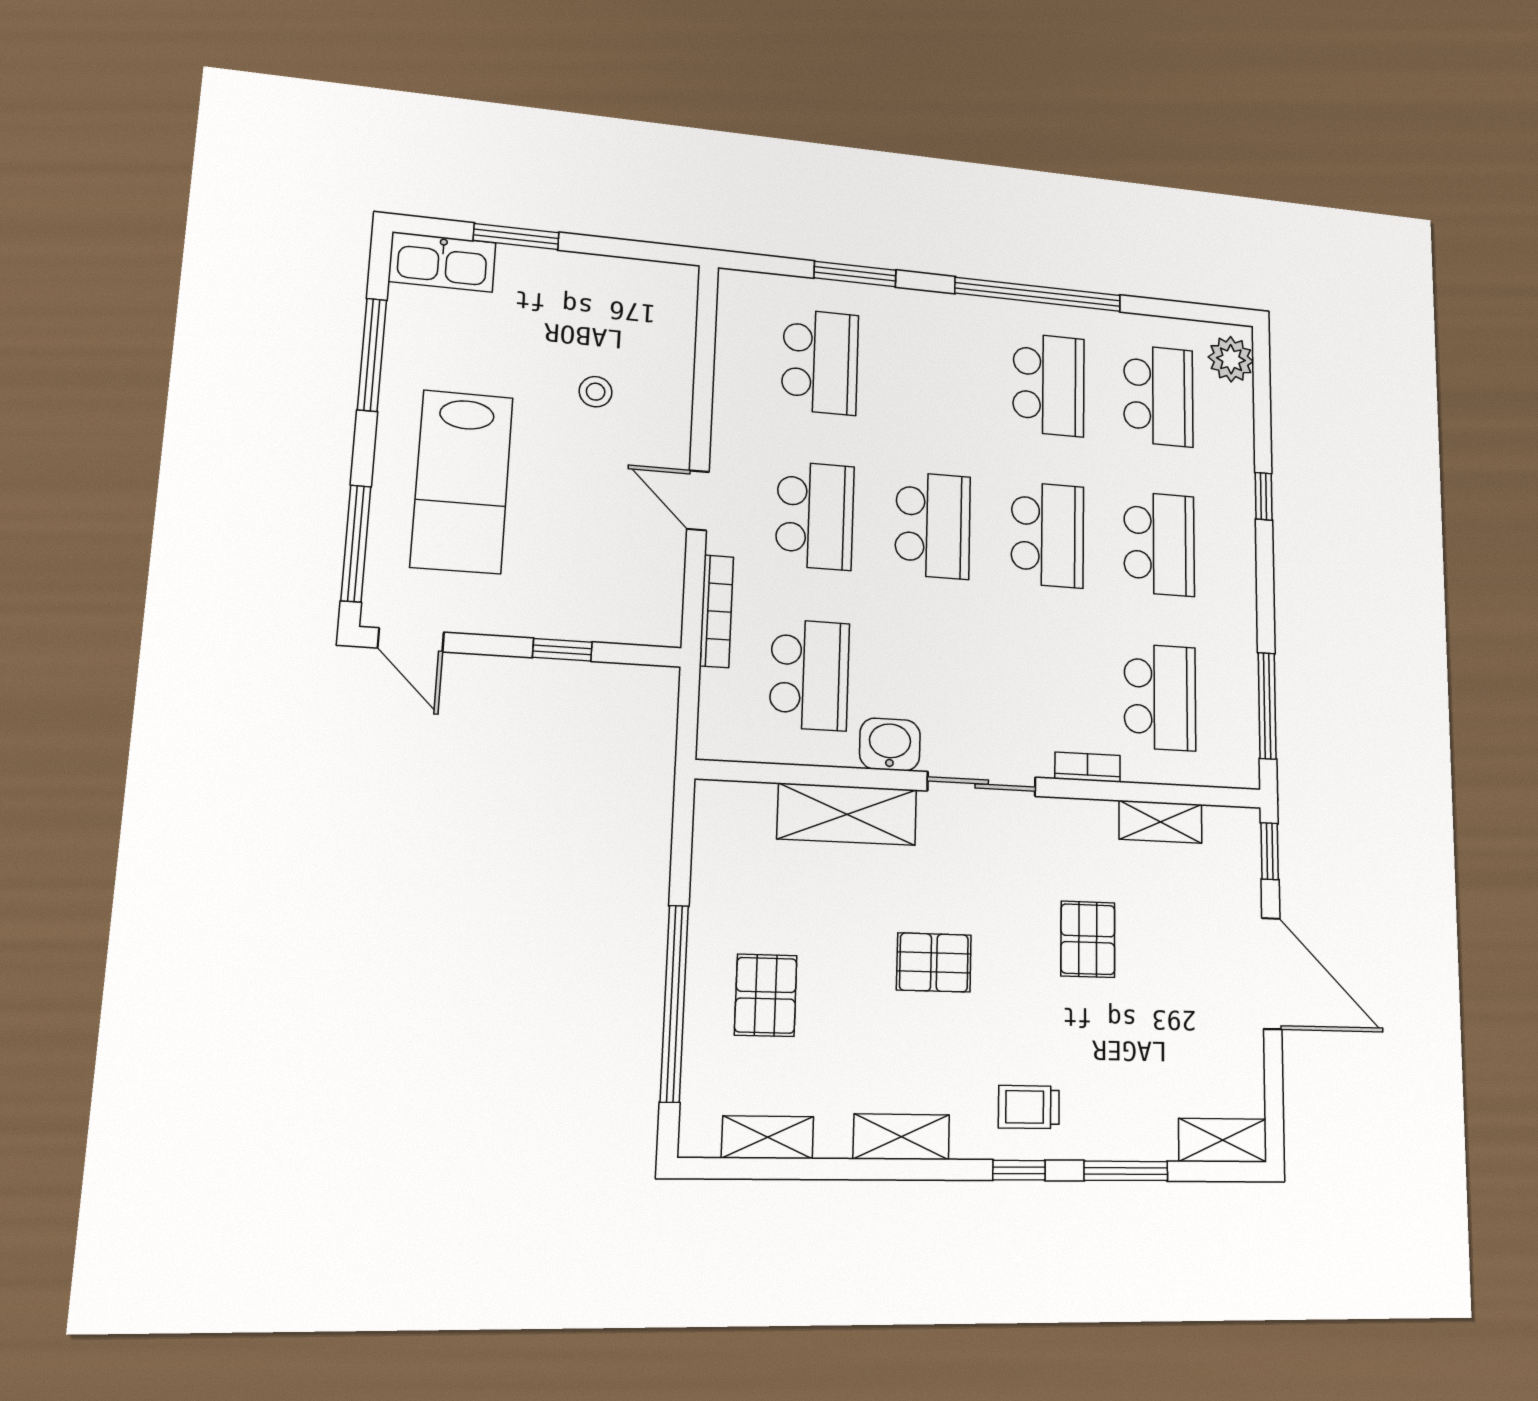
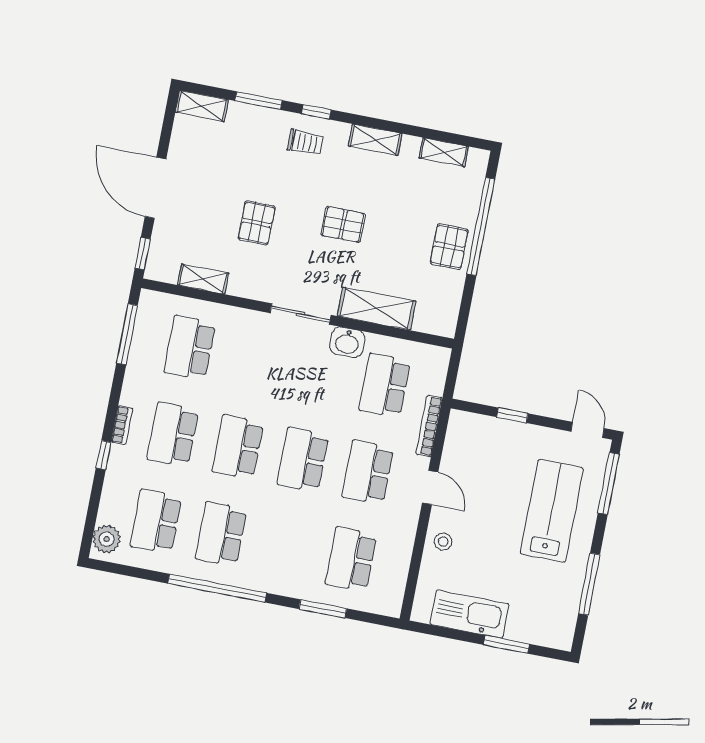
kitchen sink: (442, 262) -> (469, 614), moved, width x1.36, depth x1.24
stool: (596, 392) -> (443, 542), moved
bookcase: (1088, 767) -> (122, 425), moved, turned -90
pallet: (766, 995) -> (449, 247), moved

